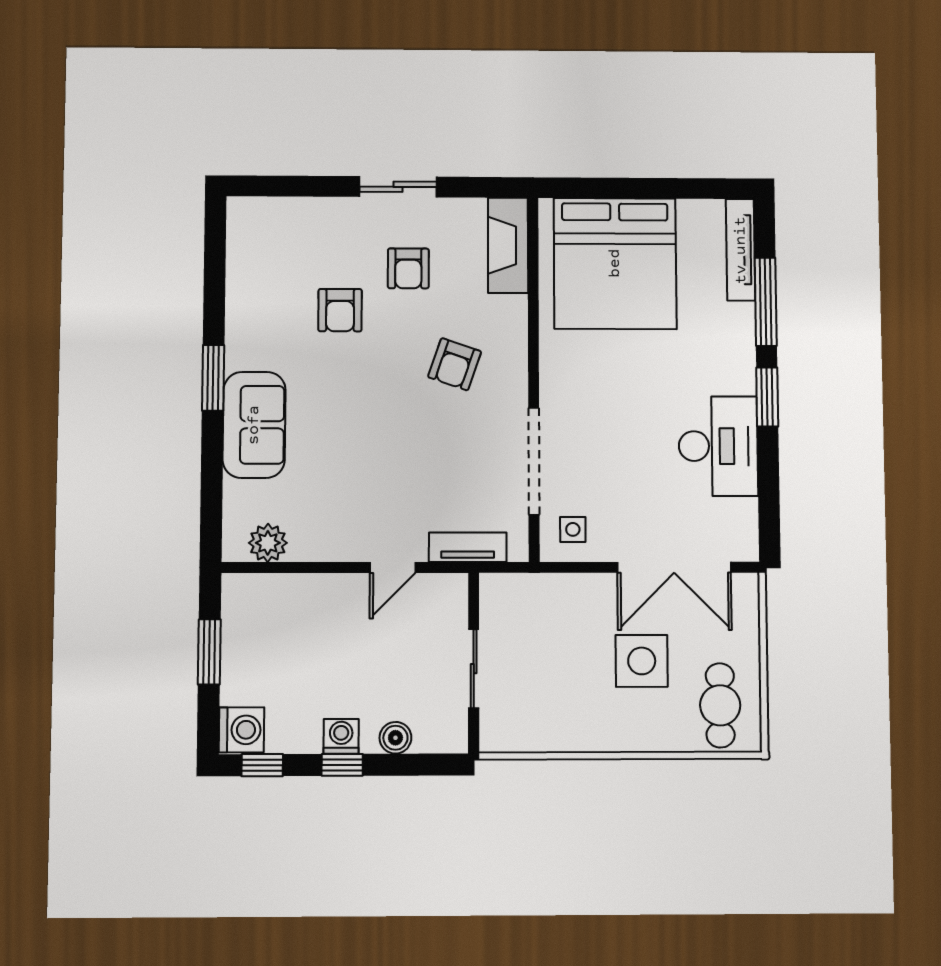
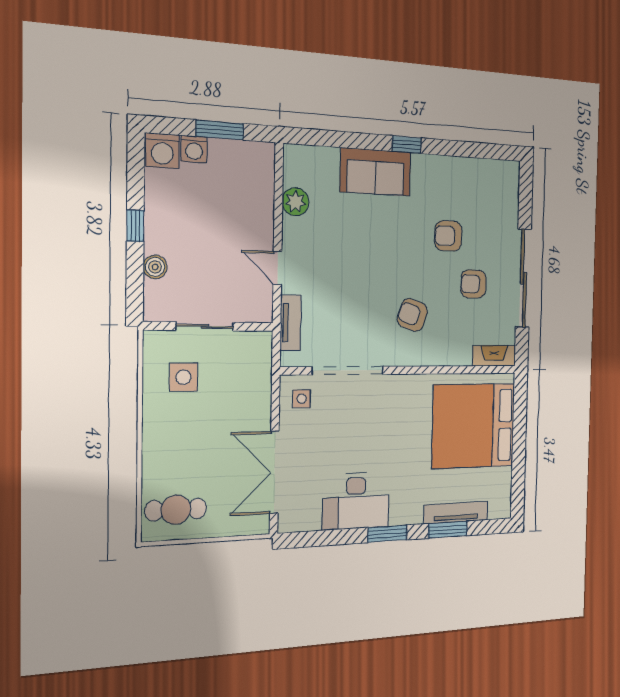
sliding door: (398, 187) -> (523, 278), width x1.86
fireplace: (508, 245) -> (494, 356), width x0.73, depth x0.76
tv unit: (741, 250) -> (456, 512), moved
window: (766, 302) -> (448, 530), width x0.69
window: (213, 378) -> (407, 145), width x0.67
plant: (268, 543) -> (295, 202), moved
side table: (642, 661) -> (183, 377), moved, width x0.73, depth x0.73
washing machine: (341, 736) -> (194, 149), moved, turned 90
window: (262, 765) -> (136, 165), removed

